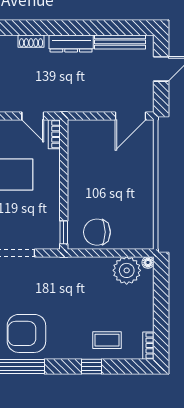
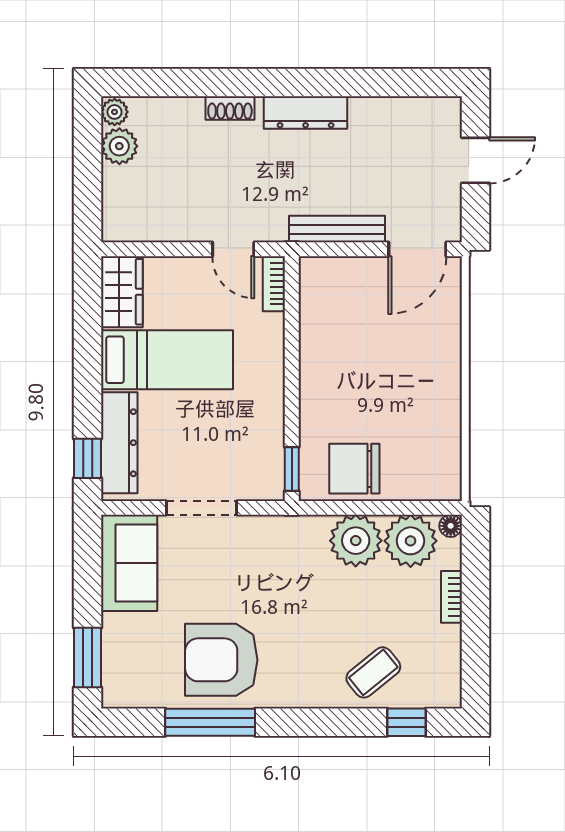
bench: (120, 42) -> (337, 229), moved
plant: (98, 270) -> (356, 541), added
coffee table: (107, 340) -> (373, 672), turned -39
bookcase: (148, 346) -> (451, 597), moved
window: (92, 366) -> (407, 722), moved

